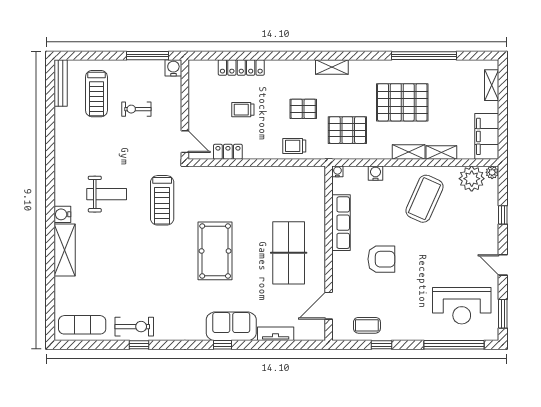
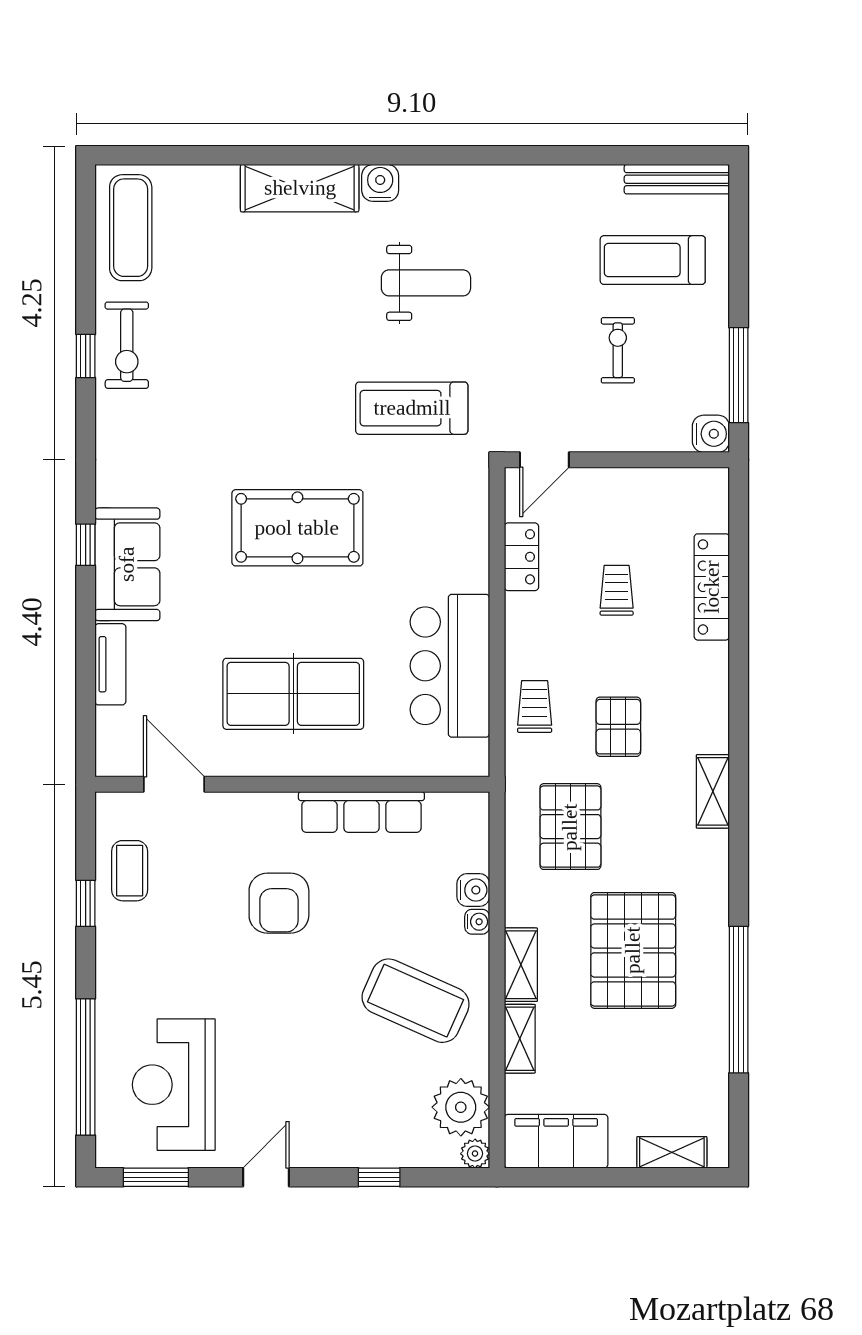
water cooler: (337, 171) -> (477, 922), moved
bar counter: (276, 183) -> (450, 666), added
weight bench: (107, 194) -> (426, 283), turned -90

